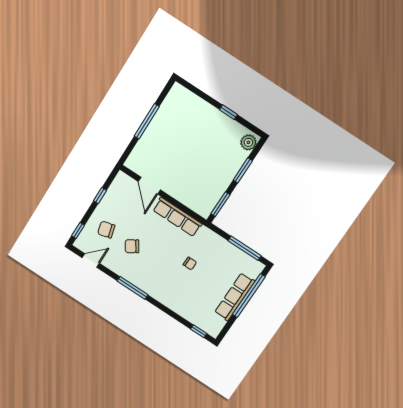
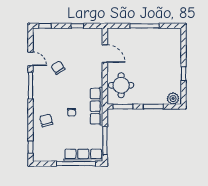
door: (149, 186) -> (105, 54), swing flipped
round table: (196, 191) -> (121, 85), added
row of seats: (177, 217) -> (97, 106), moved
chair: (106, 230) -> (46, 120), moved
door: (91, 260) -> (31, 59), moved
row of seats: (235, 297) -> (83, 155), moved

